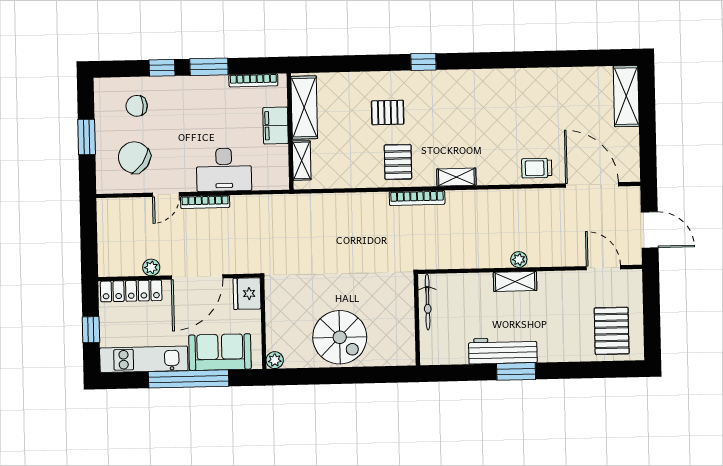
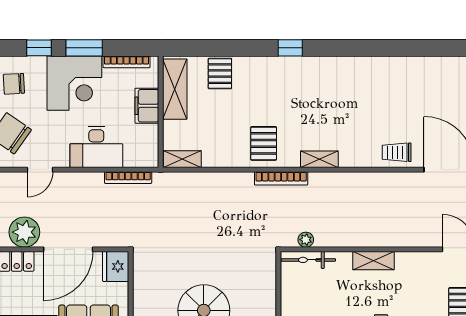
corner desk: (200, 104) -> (74, 83), added
pallet: (388, 113) -> (220, 74), moved, turned 90
shelving: (302, 160) -> (182, 159), moved, turned 90
bookcase: (205, 202) -> (128, 178), moved
plant: (519, 260) -> (306, 240), moved
plant: (151, 267) -> (24, 232), width x1.88, depth x1.88
bicycle: (428, 302) -> (308, 260), moved, turned 90

